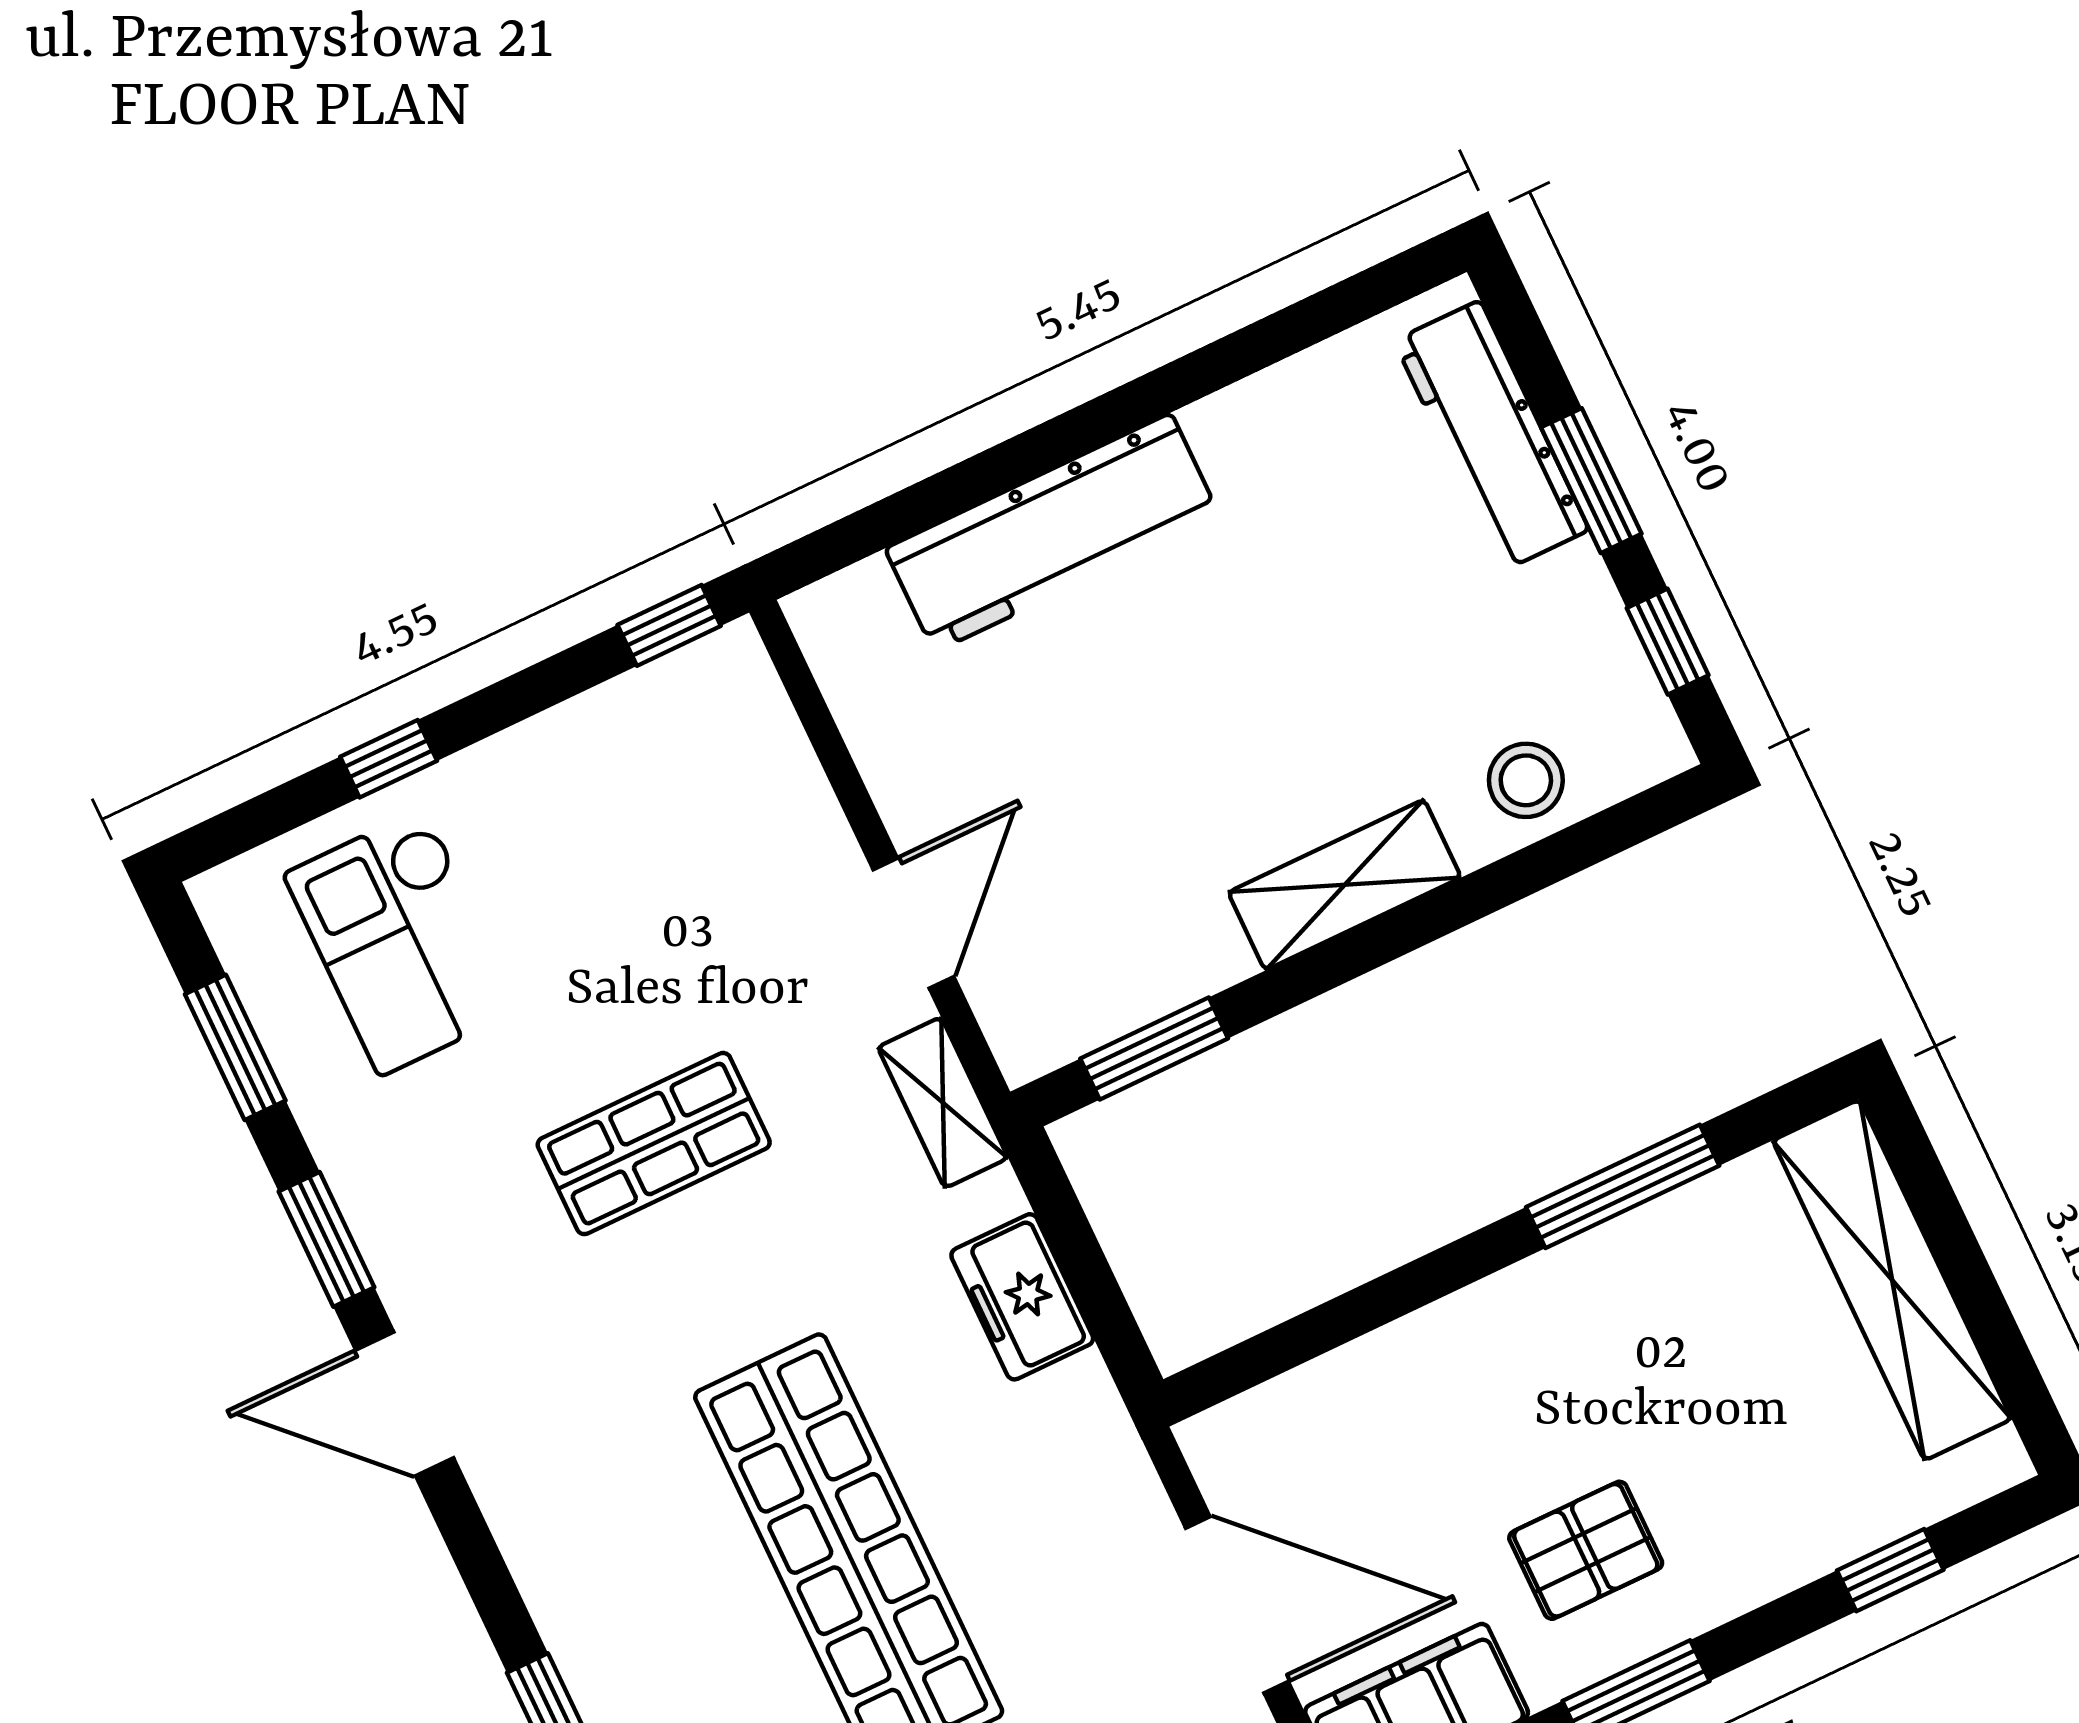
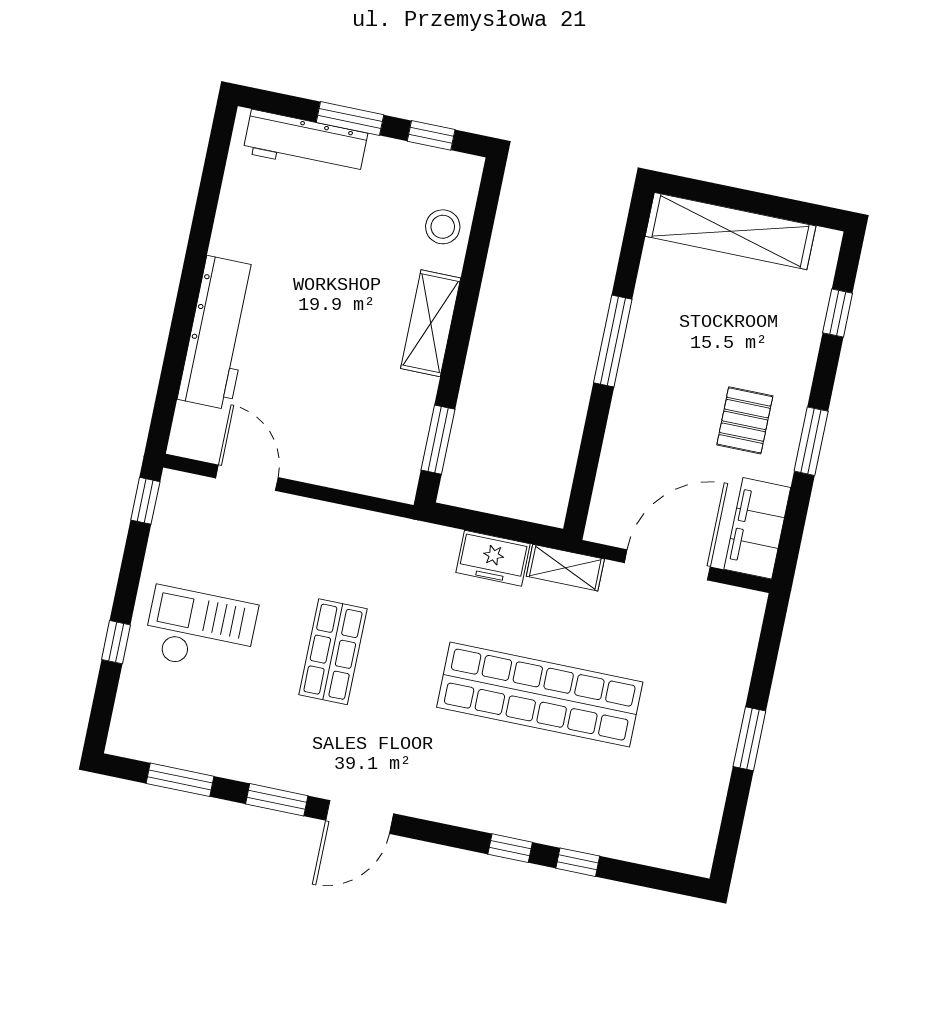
door: (913, 923) -> (247, 478), moved
checkout: (402, 942) -> (200, 630), moved, turned 180
shelving: (943, 1103) -> (565, 568), moved
window: (1623, 1186) -> (613, 341), moved

